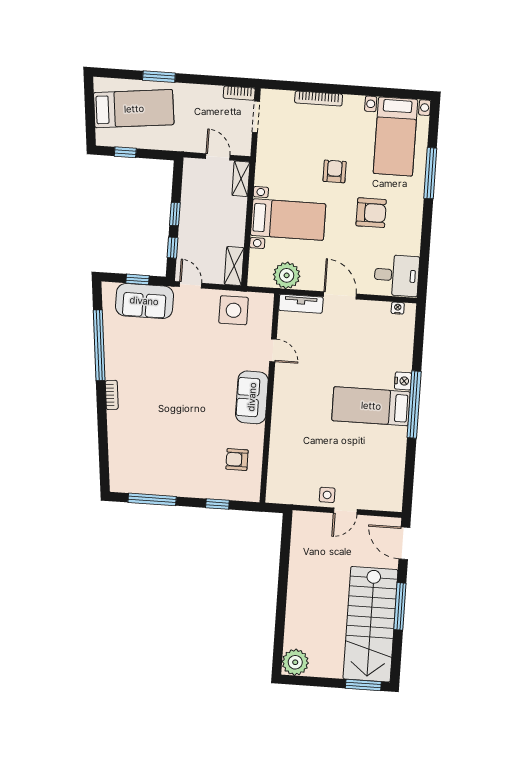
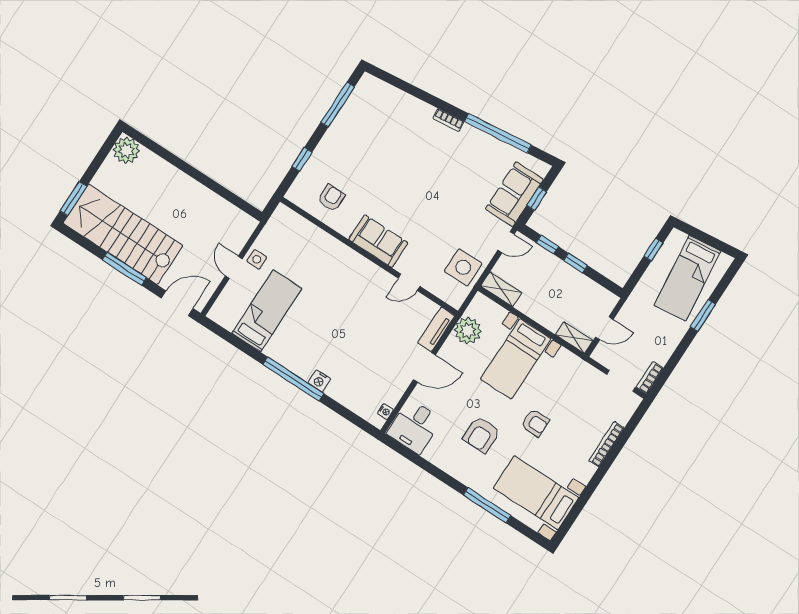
bed: (371, 406) -> (267, 311), moved

